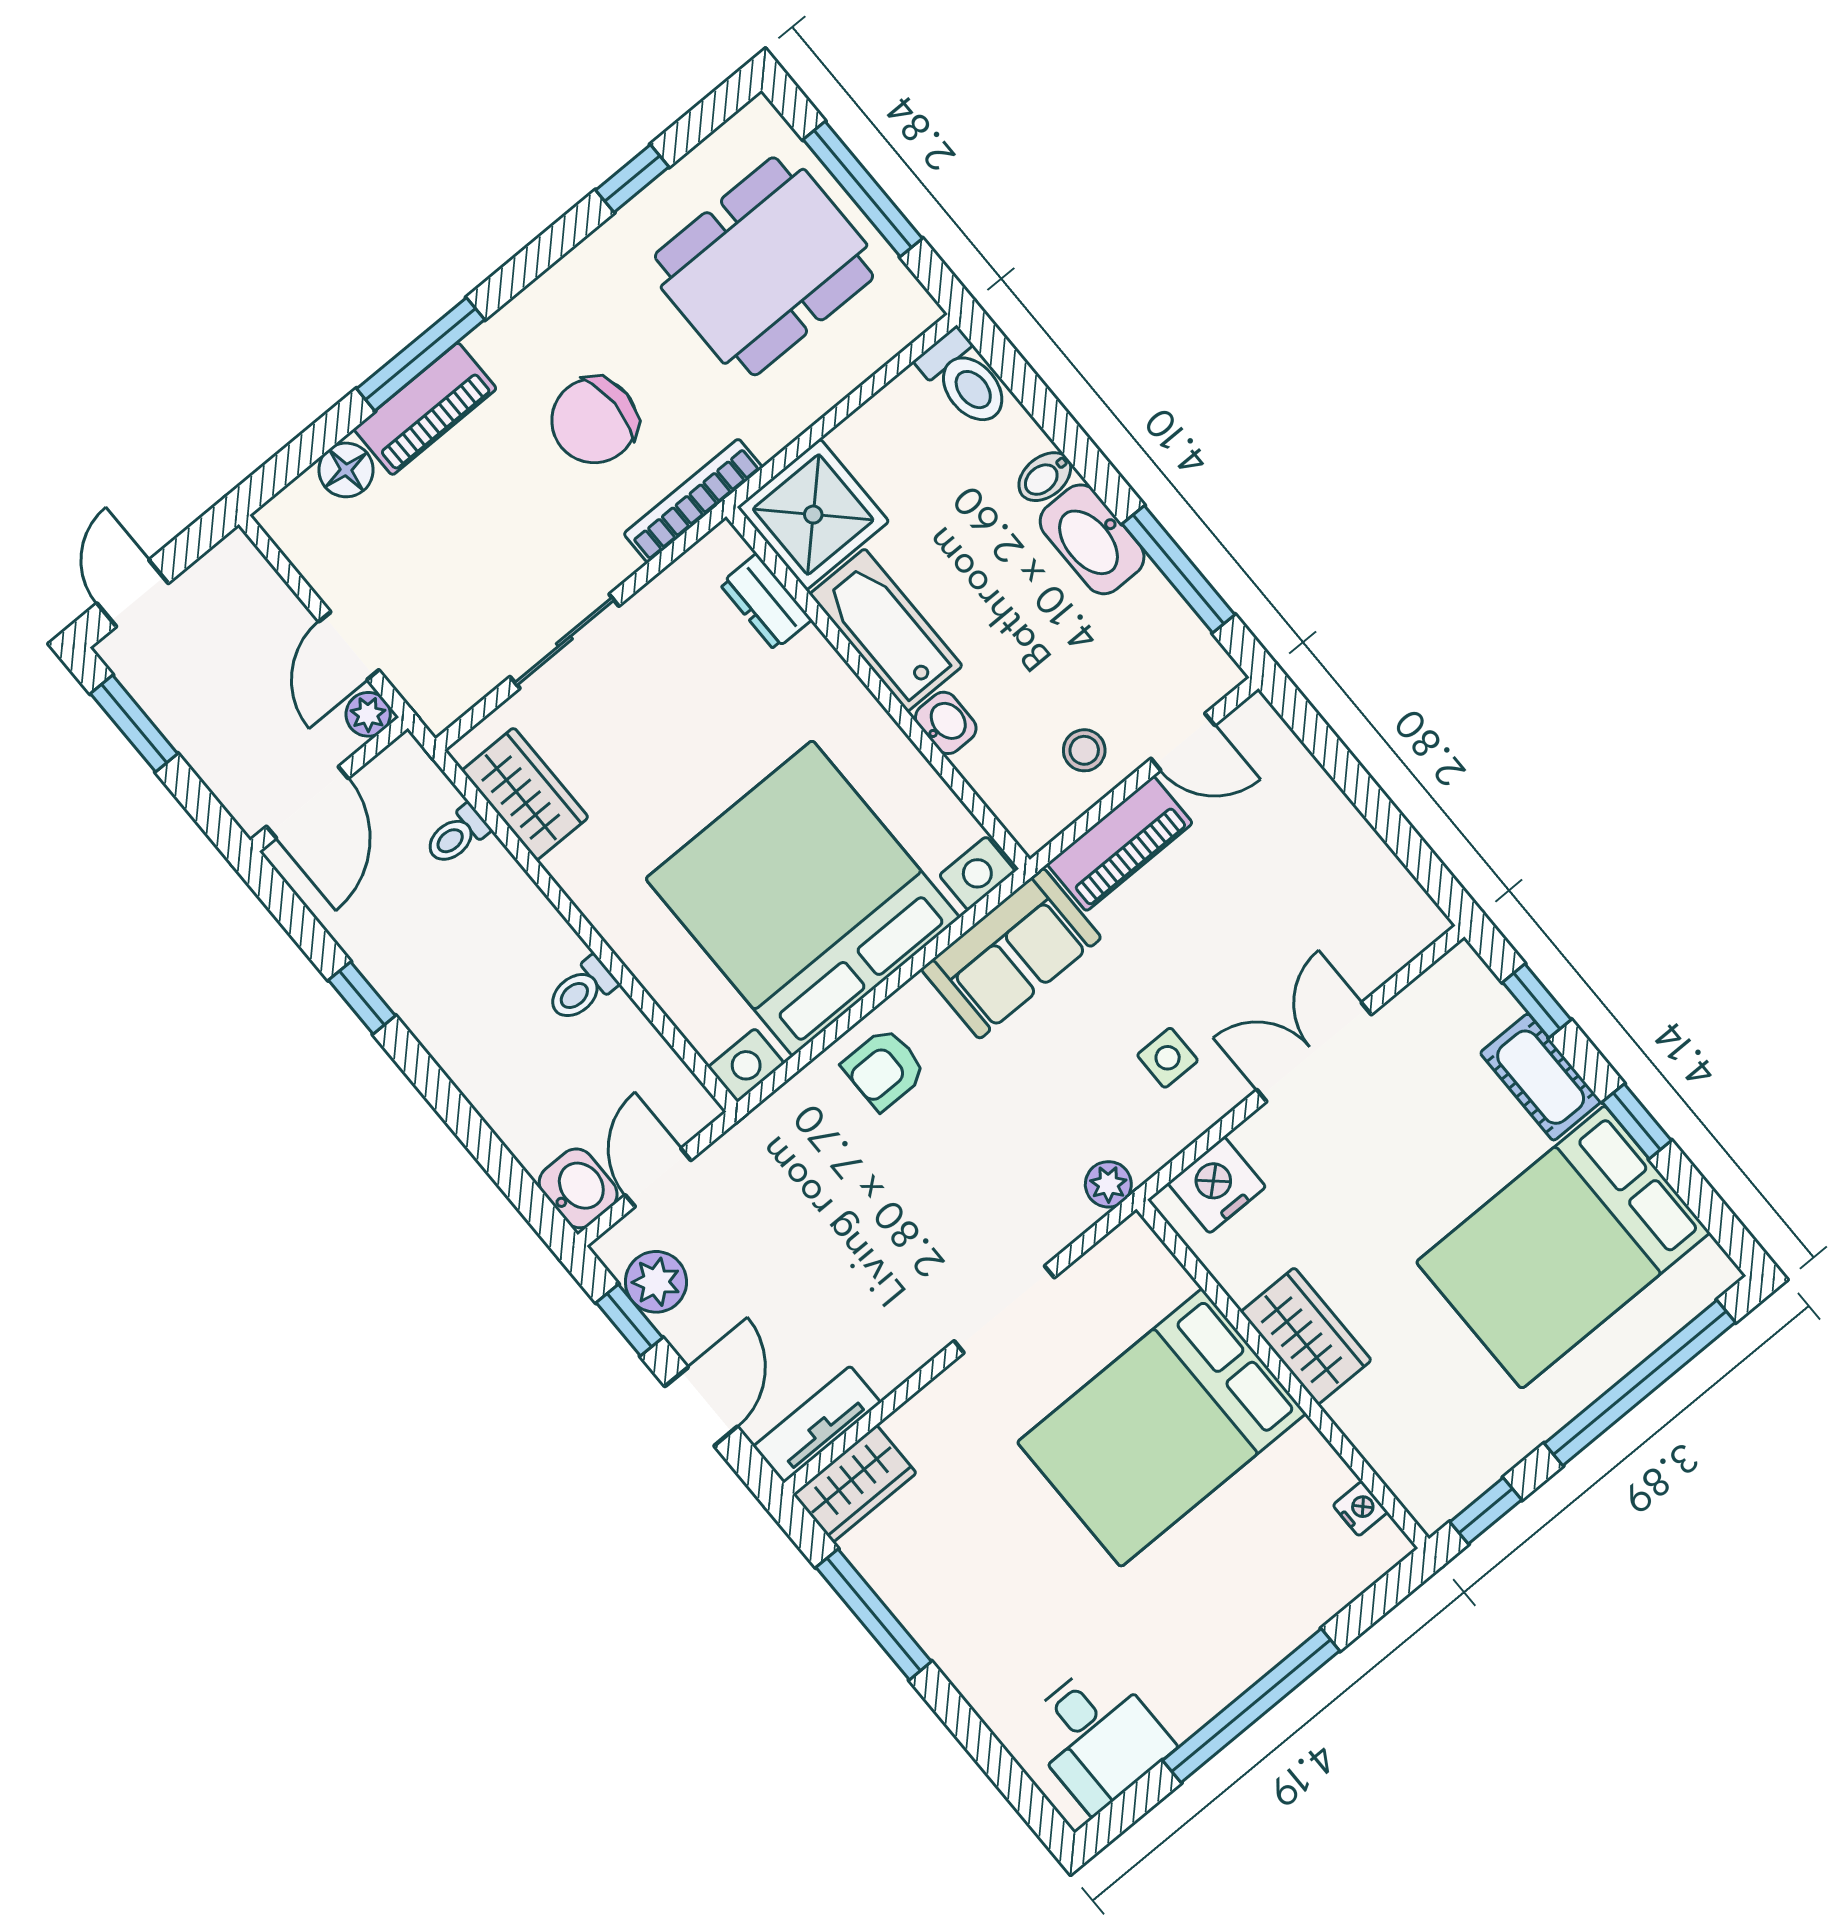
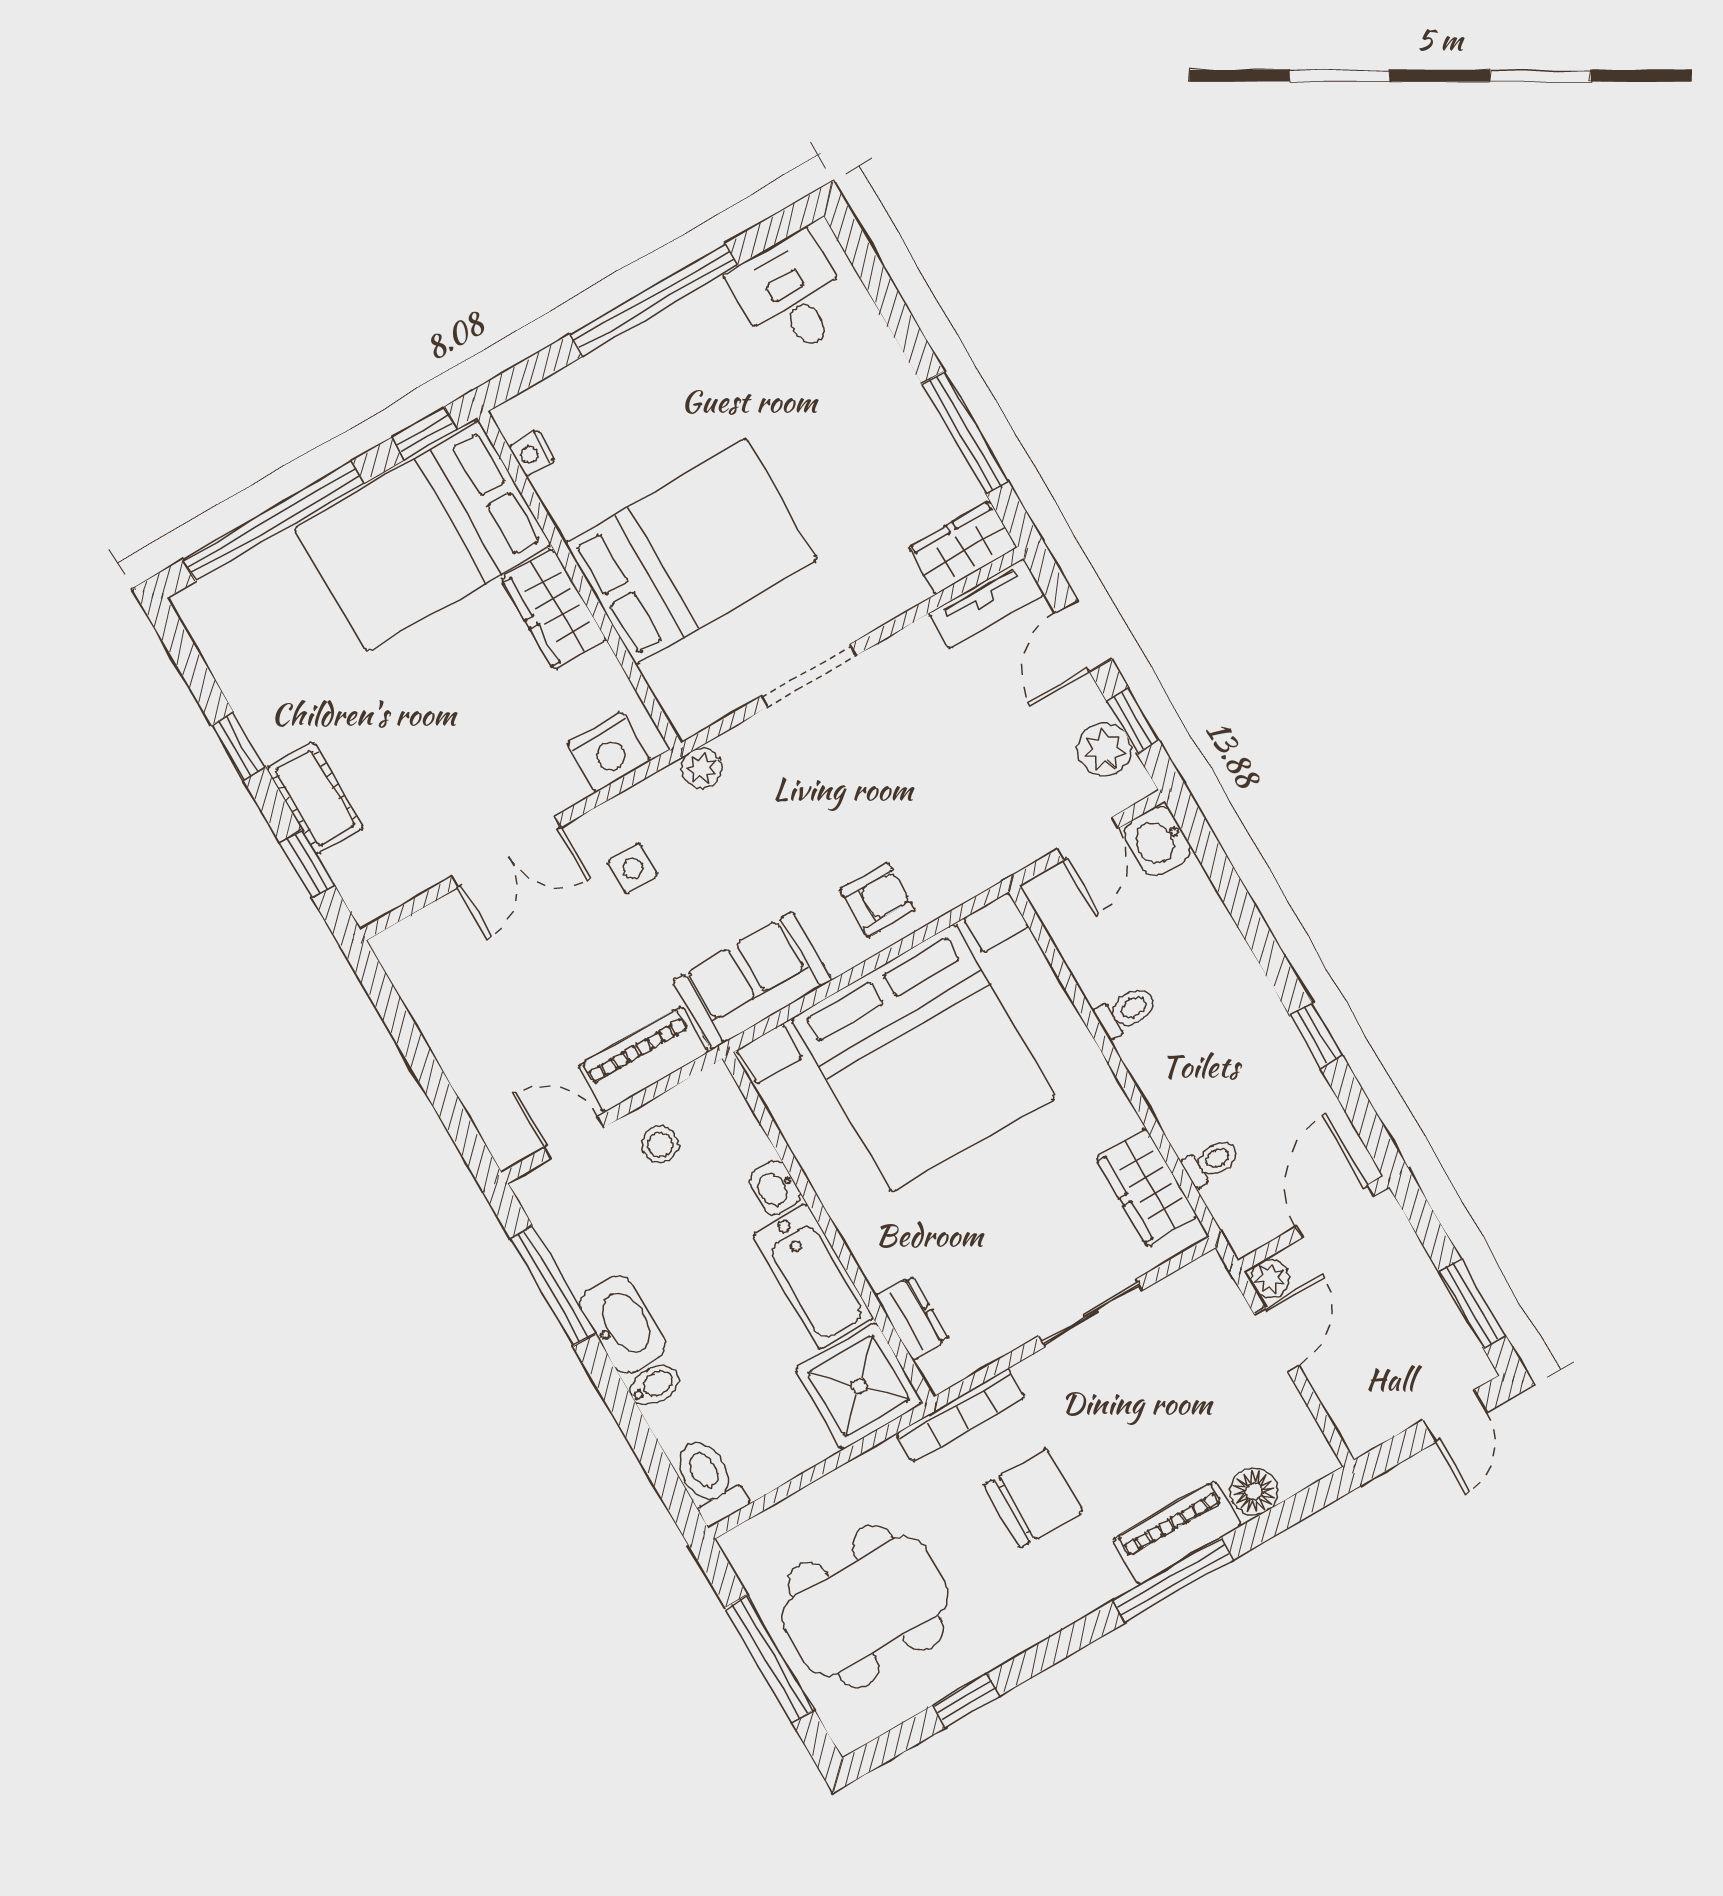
bed: (1563, 1247) -> (423, 536), moved, turned 180

